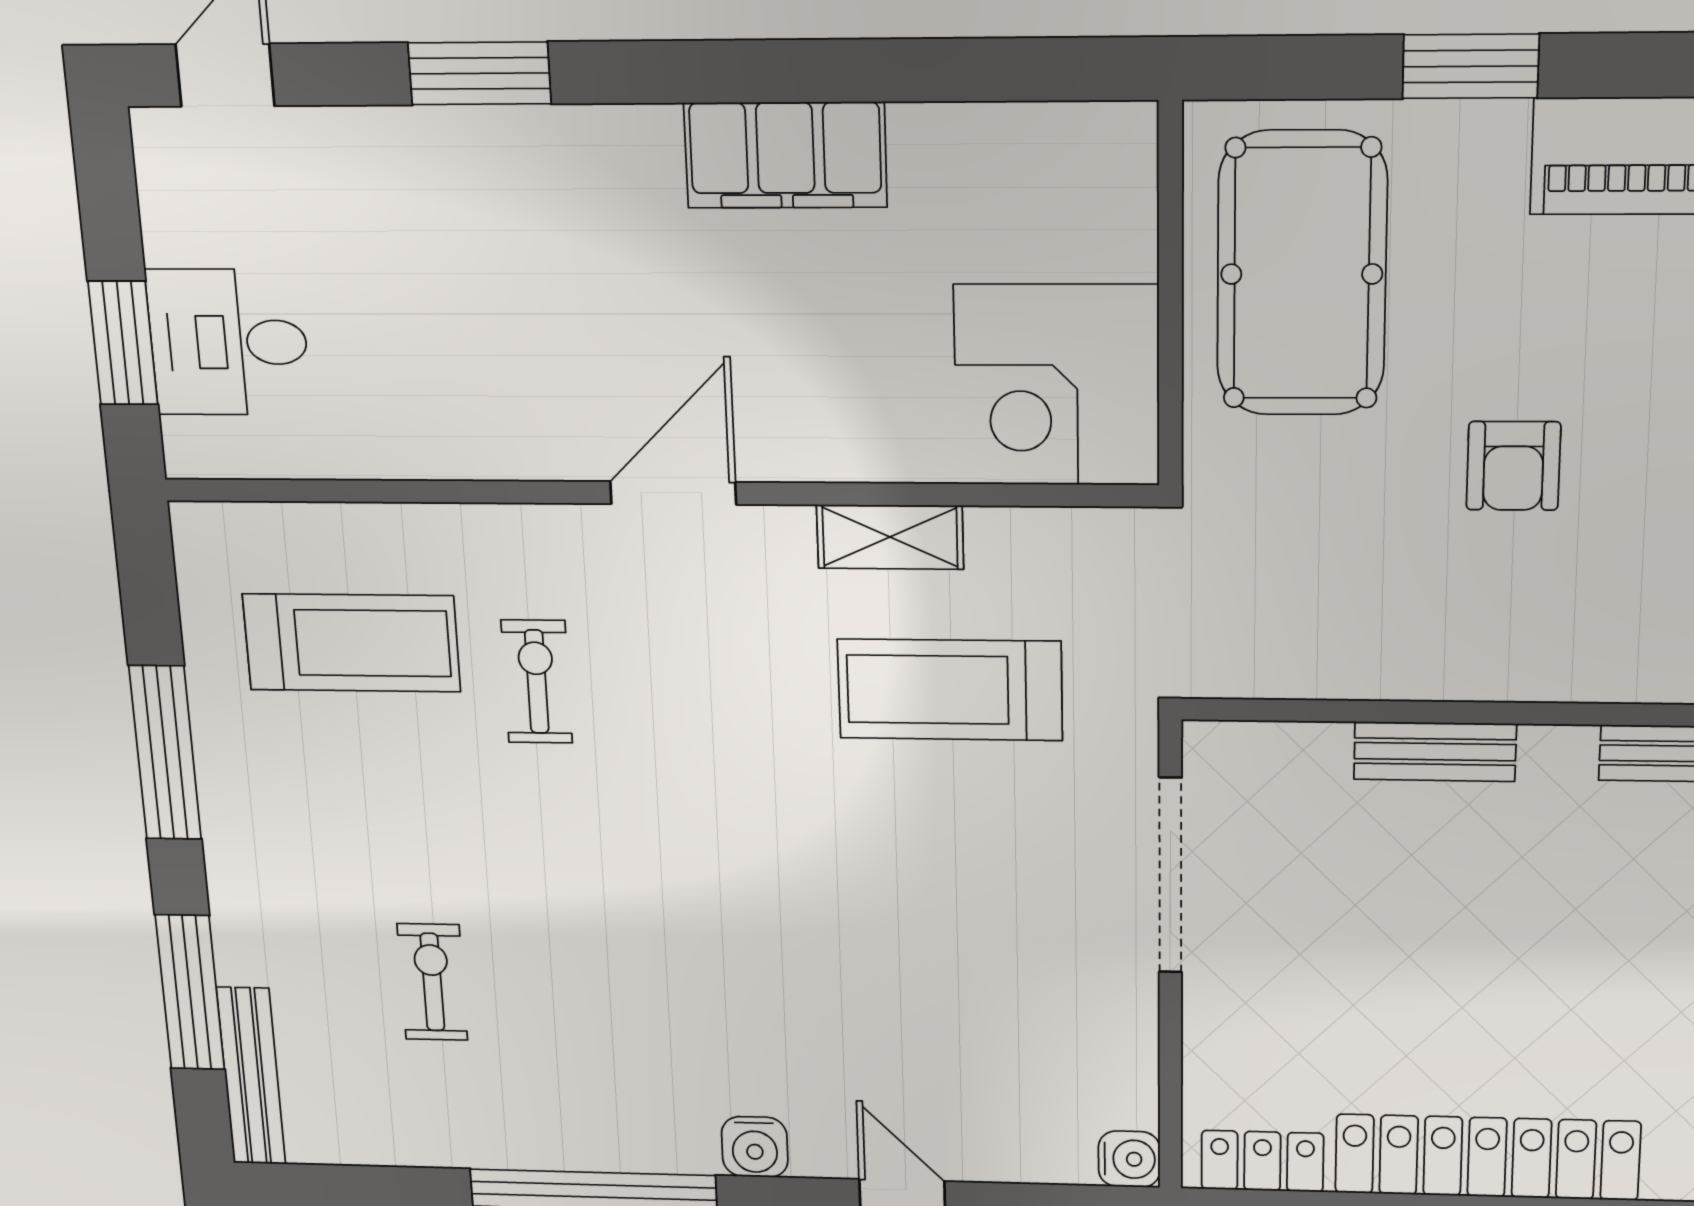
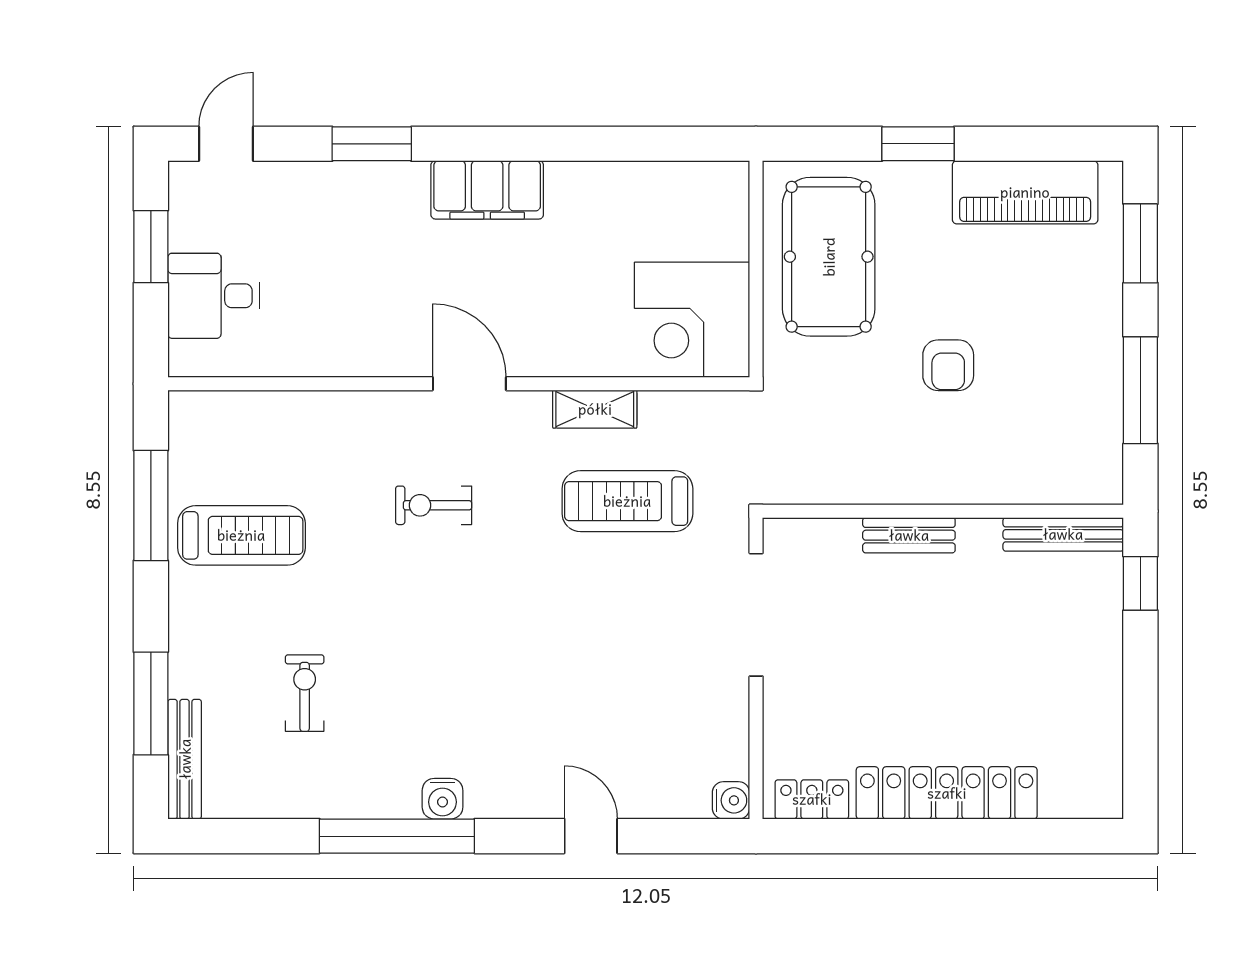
filing cabinet: (785, 155) -> (487, 190), moved
window: (123, 343) -> (151, 247), moved
door: (673, 493) -> (469, 384), hinge flipped
treadmill: (352, 643) -> (241, 535), moved
exercise bike: (537, 682) -> (434, 505), moved, turned -90
window: (165, 753) -> (151, 505), moved
water cooler: (755, 1147) -> (443, 799), moved

